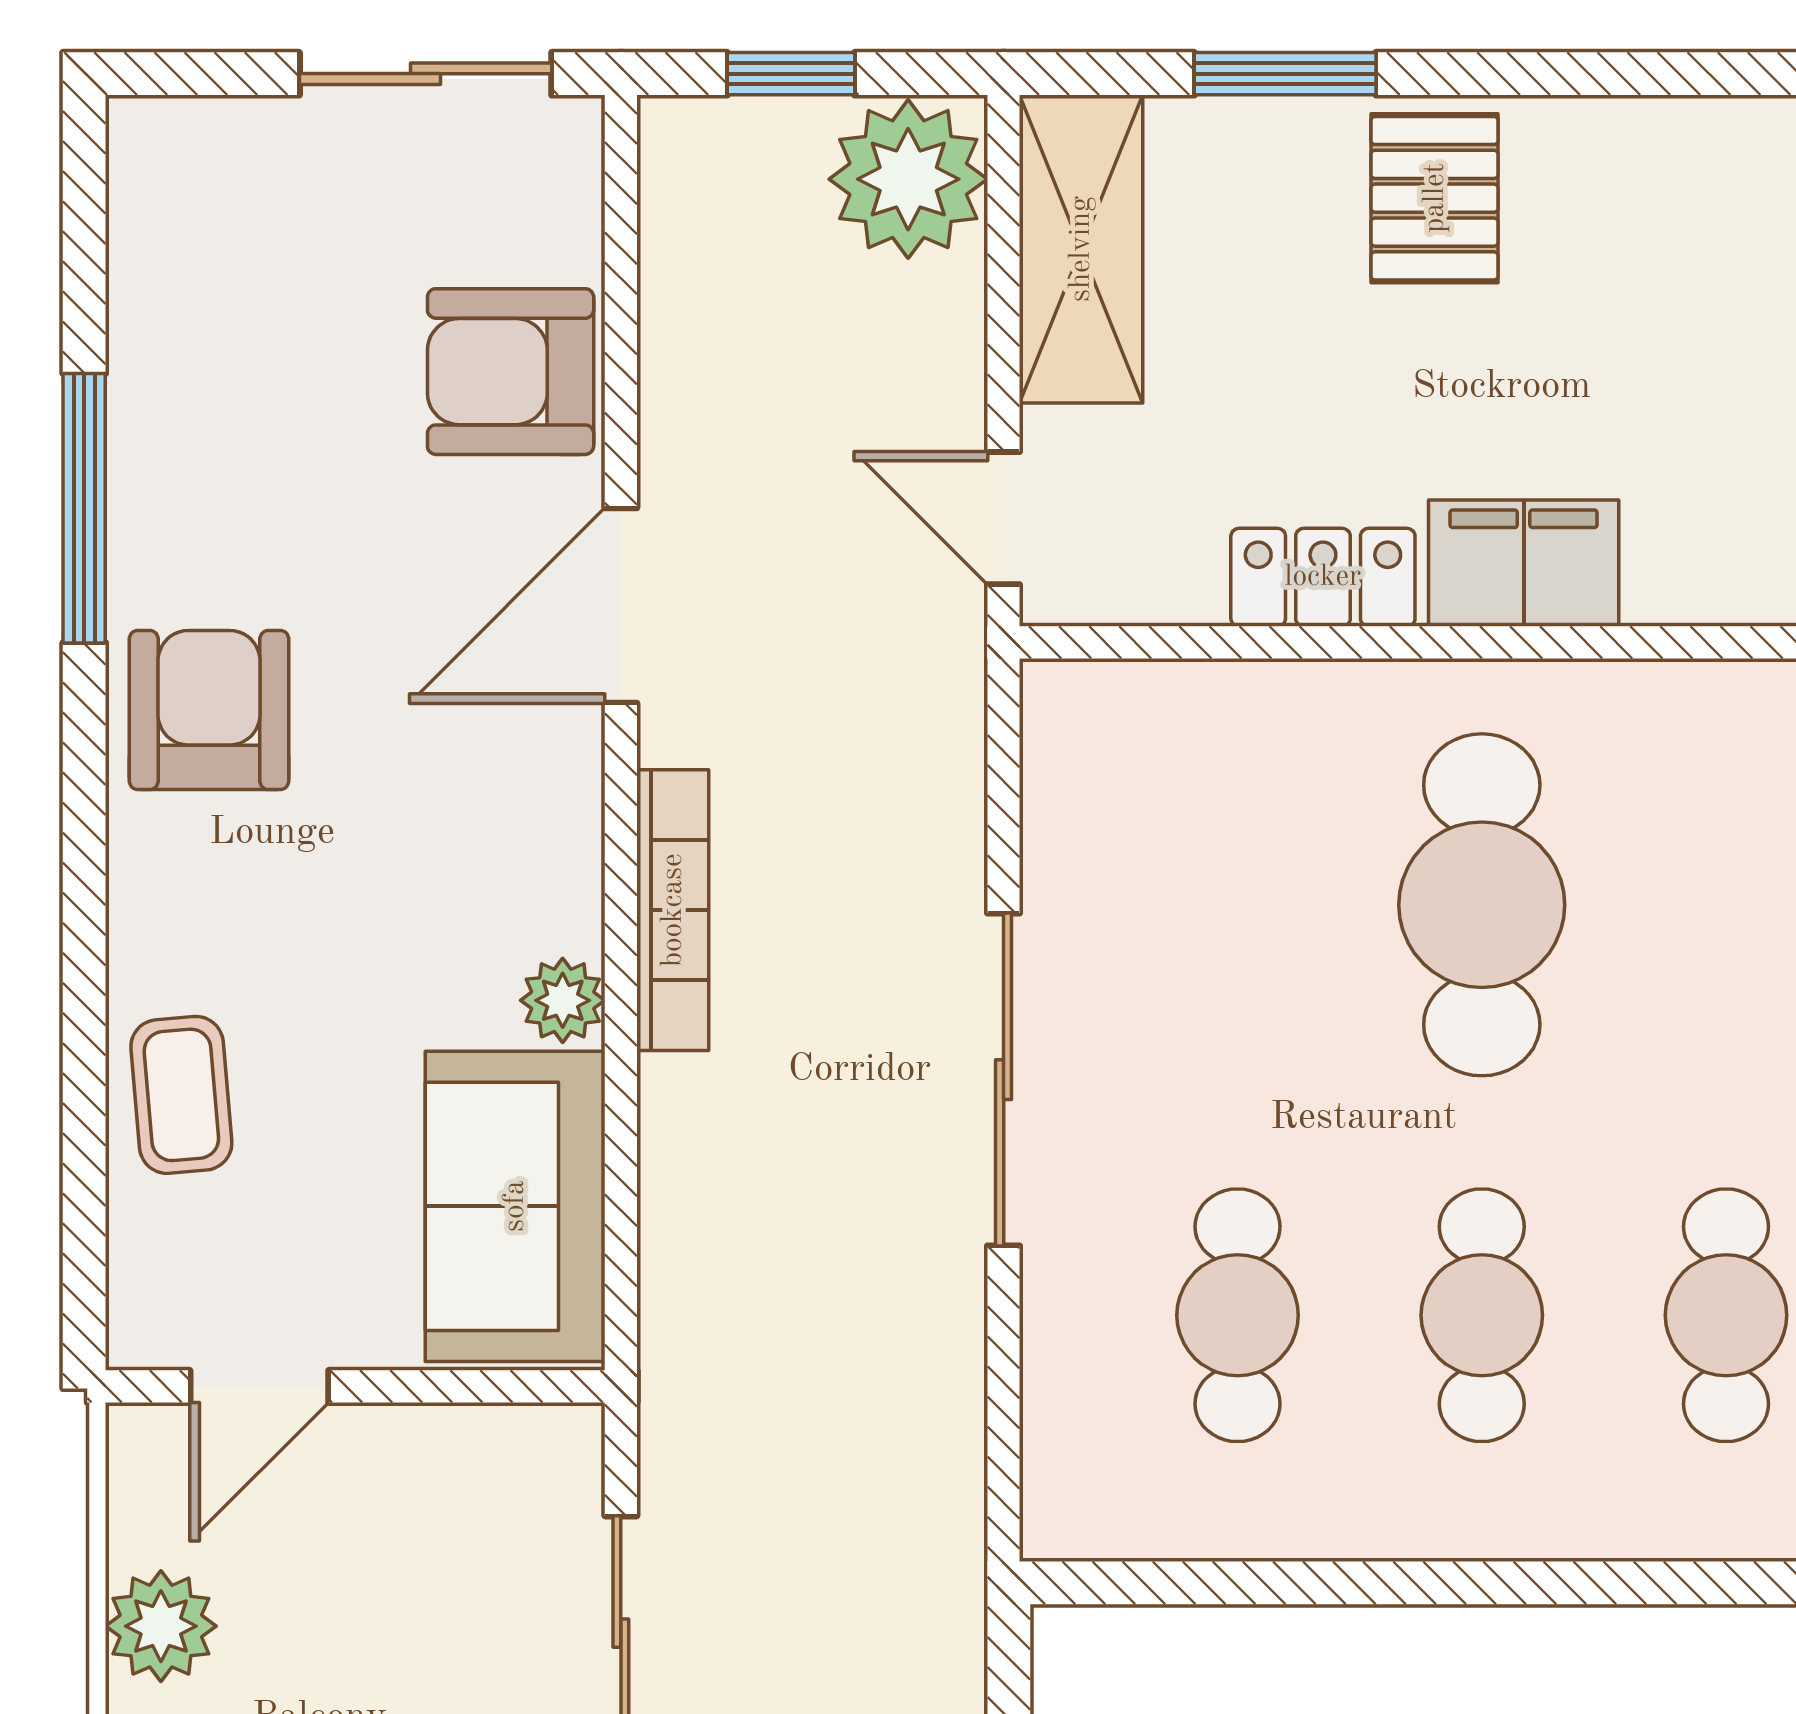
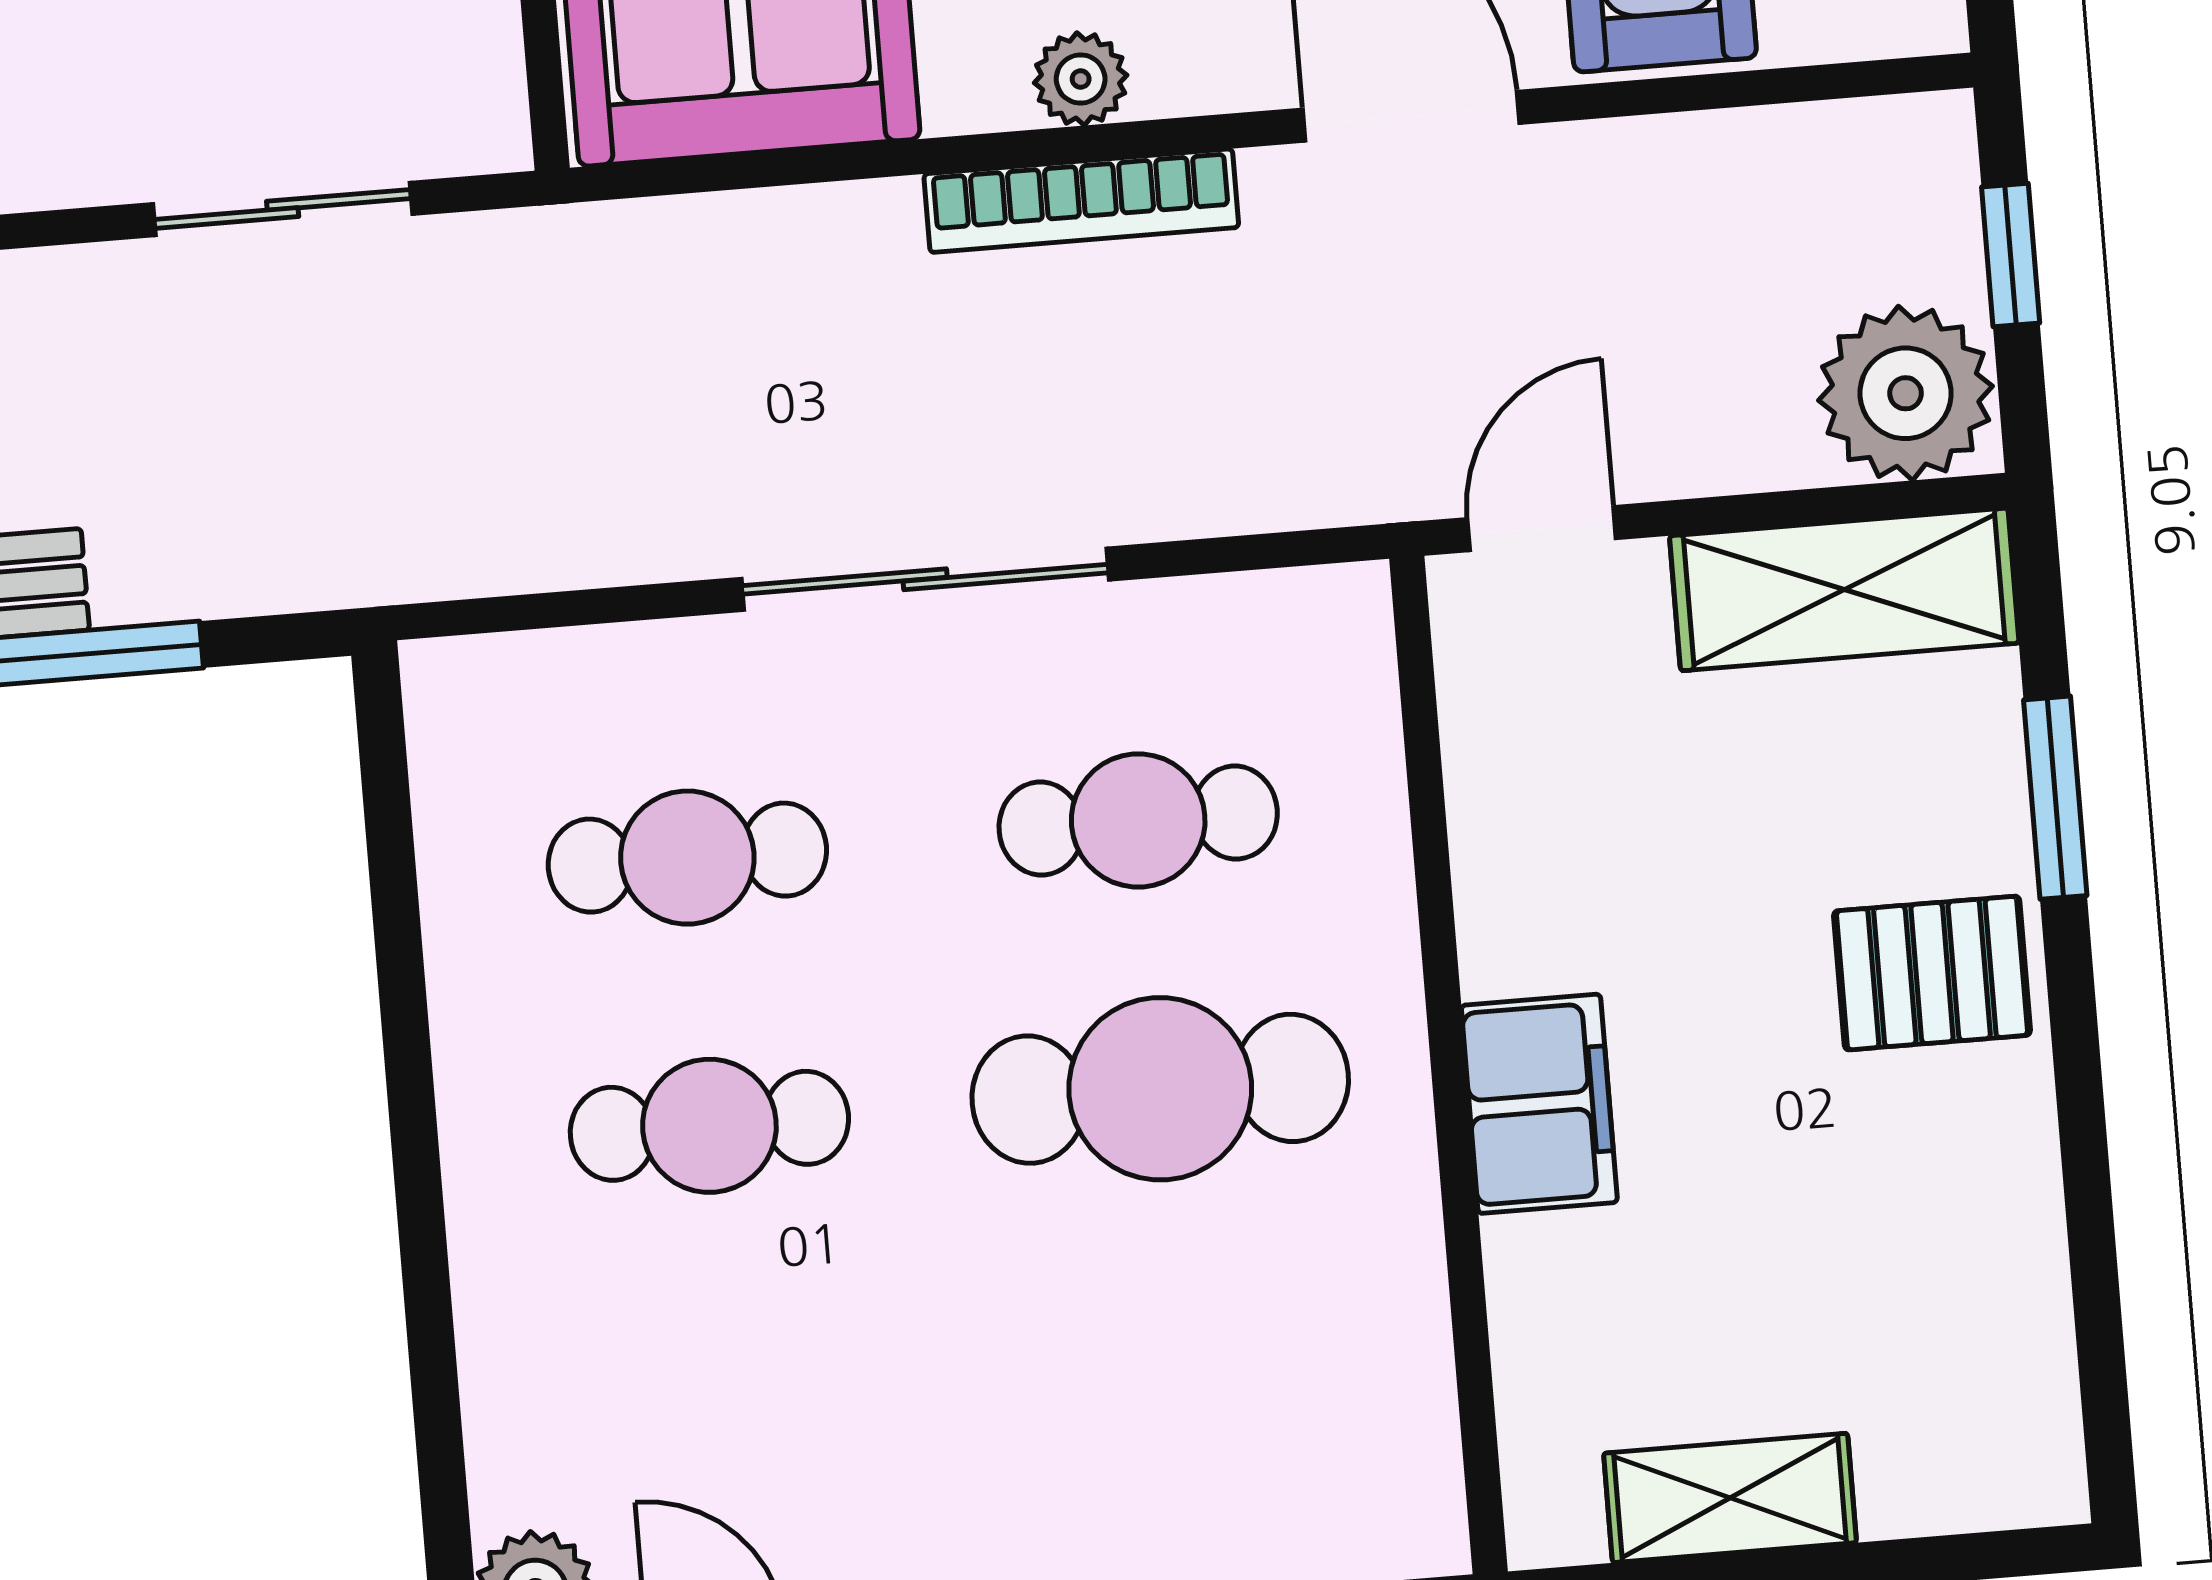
locker: (1323, 577) -> (1506, 885), removed
plant: (563, 1000) -> (1081, 79), moved
cafe table: (1726, 1315) -> (1138, 821), moved

